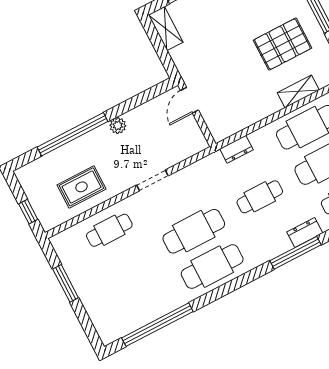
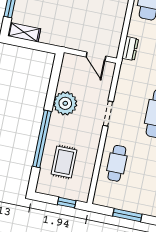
door: (189, 100) -> (96, 56), moved
plant: (118, 126) -> (65, 103), width x1.88, depth x1.88
rug: (82, 187) -> (64, 162), moved

